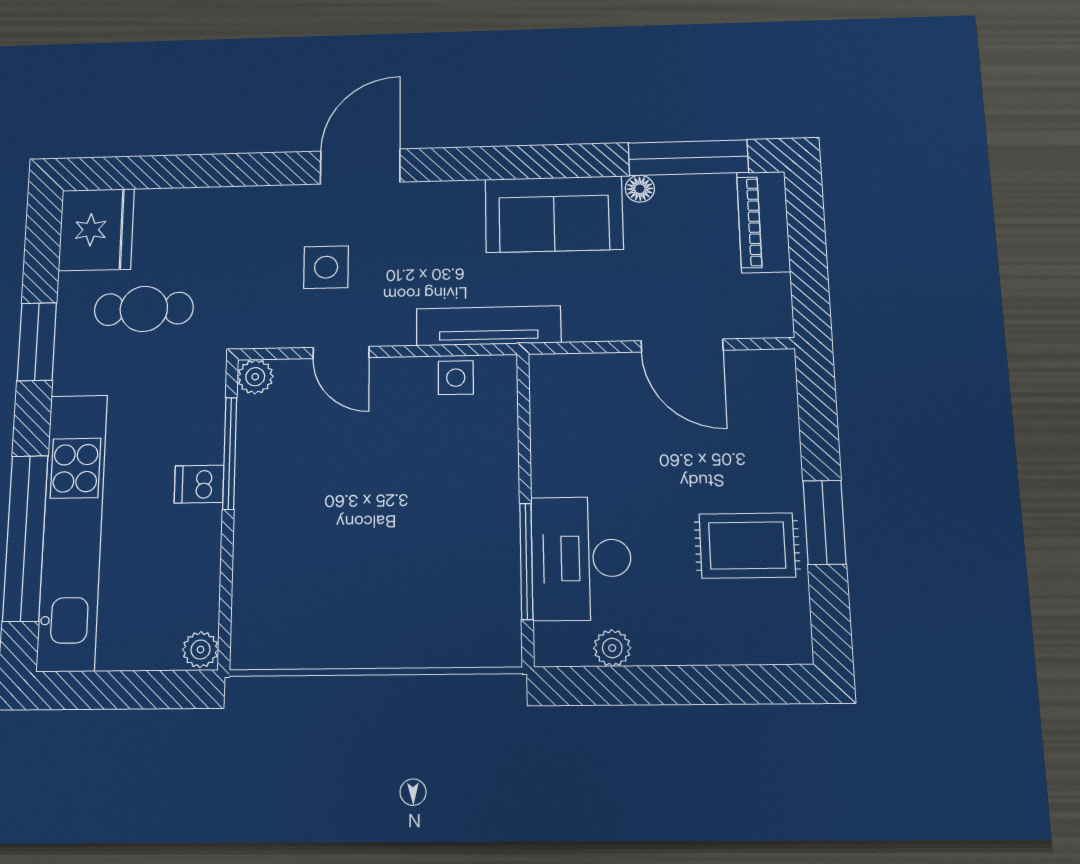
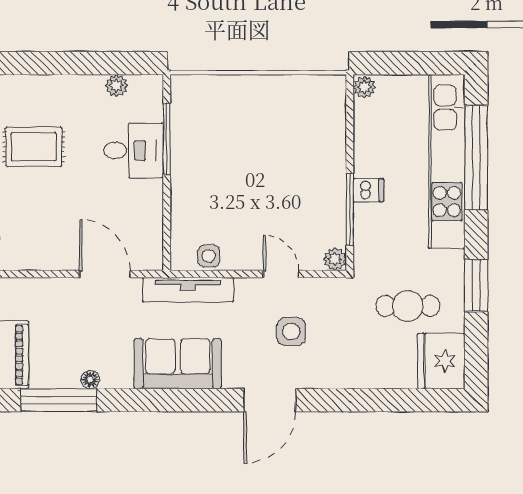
sofa: (554, 214) -> (178, 364), moved
door: (682, 345) -> (105, 274), moved
desk: (581, 558) -> (134, 150), width x0.73

